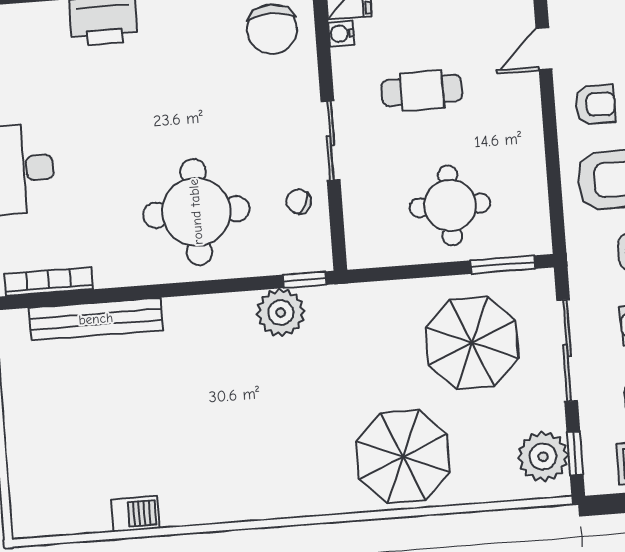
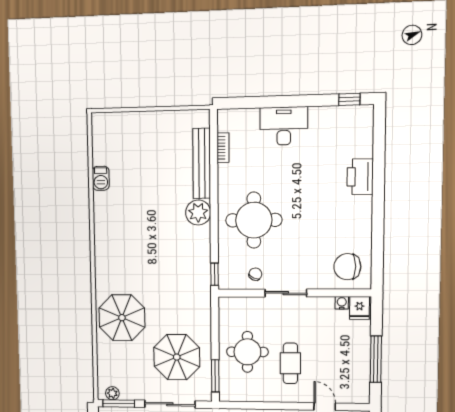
cafe table: (422, 91) -> (290, 363), moved
bookcase: (49, 282) -> (223, 148), width x0.64
plant: (281, 312) -> (198, 212), moved
window: (575, 453) -> (119, 403), width x1.50
plant: (543, 457) -> (112, 393), width x0.53, depth x0.53

